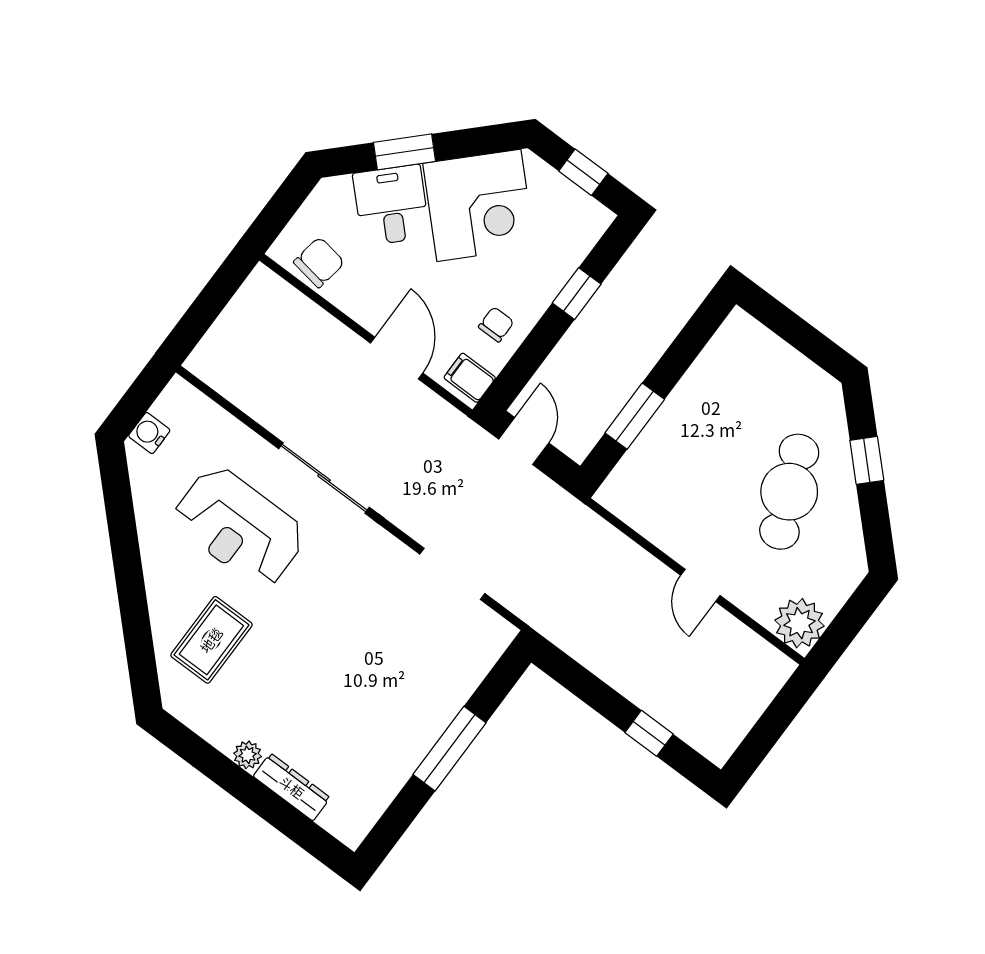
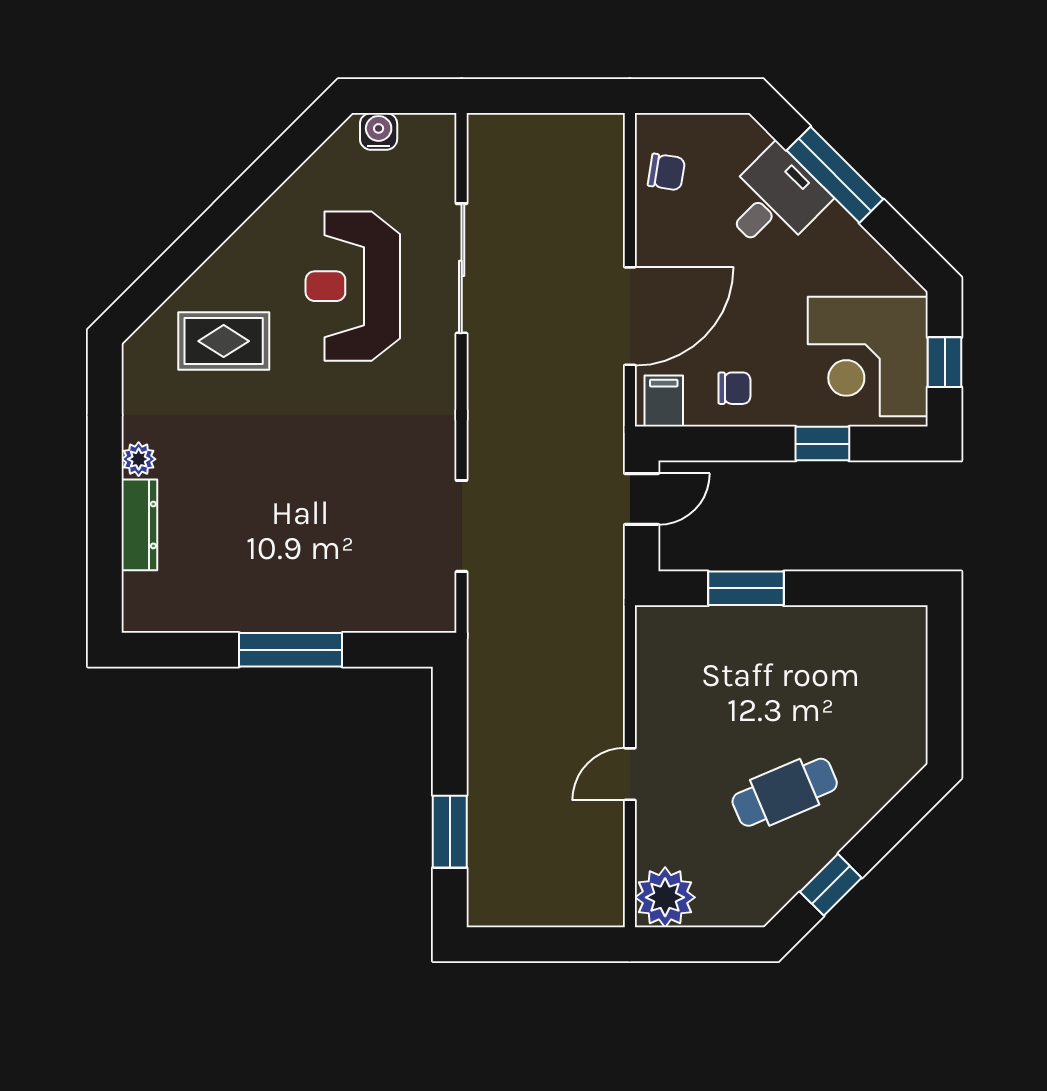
window: (404, 152) -> (835, 175), width x1.44
corner desk: (479, 205) -> (868, 356), moved, turned 45
chair: (319, 262) -> (666, 172), width x0.73, depth x0.73
door: (397, 358) -> (630, 316), width x1.36
window: (867, 460) -> (831, 885), moved
sliding door: (324, 478) -> (462, 268), moved
cafe table: (789, 492) -> (785, 792), width x0.73, depth x0.74
window: (649, 733) -> (450, 832), width x1.50

